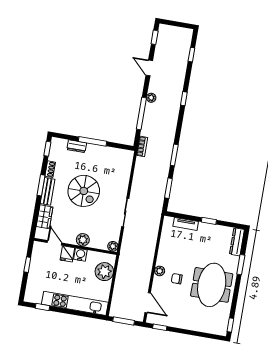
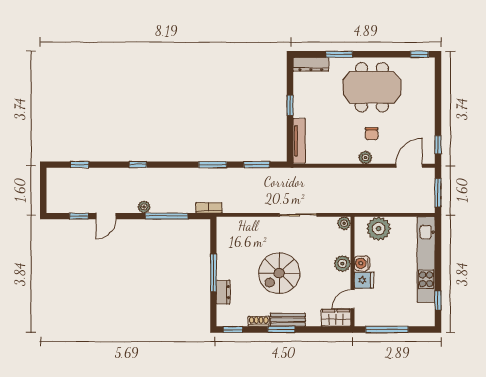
window: (155, 37) -> (79, 216), moved
spiral stairs: (84, 191) -> (279, 273), turned 180
wardrobe: (45, 217) -> (336, 318), moved
tv unit: (186, 224) -> (299, 141), width x1.41
window: (27, 265) -> (387, 329), width x2.17

